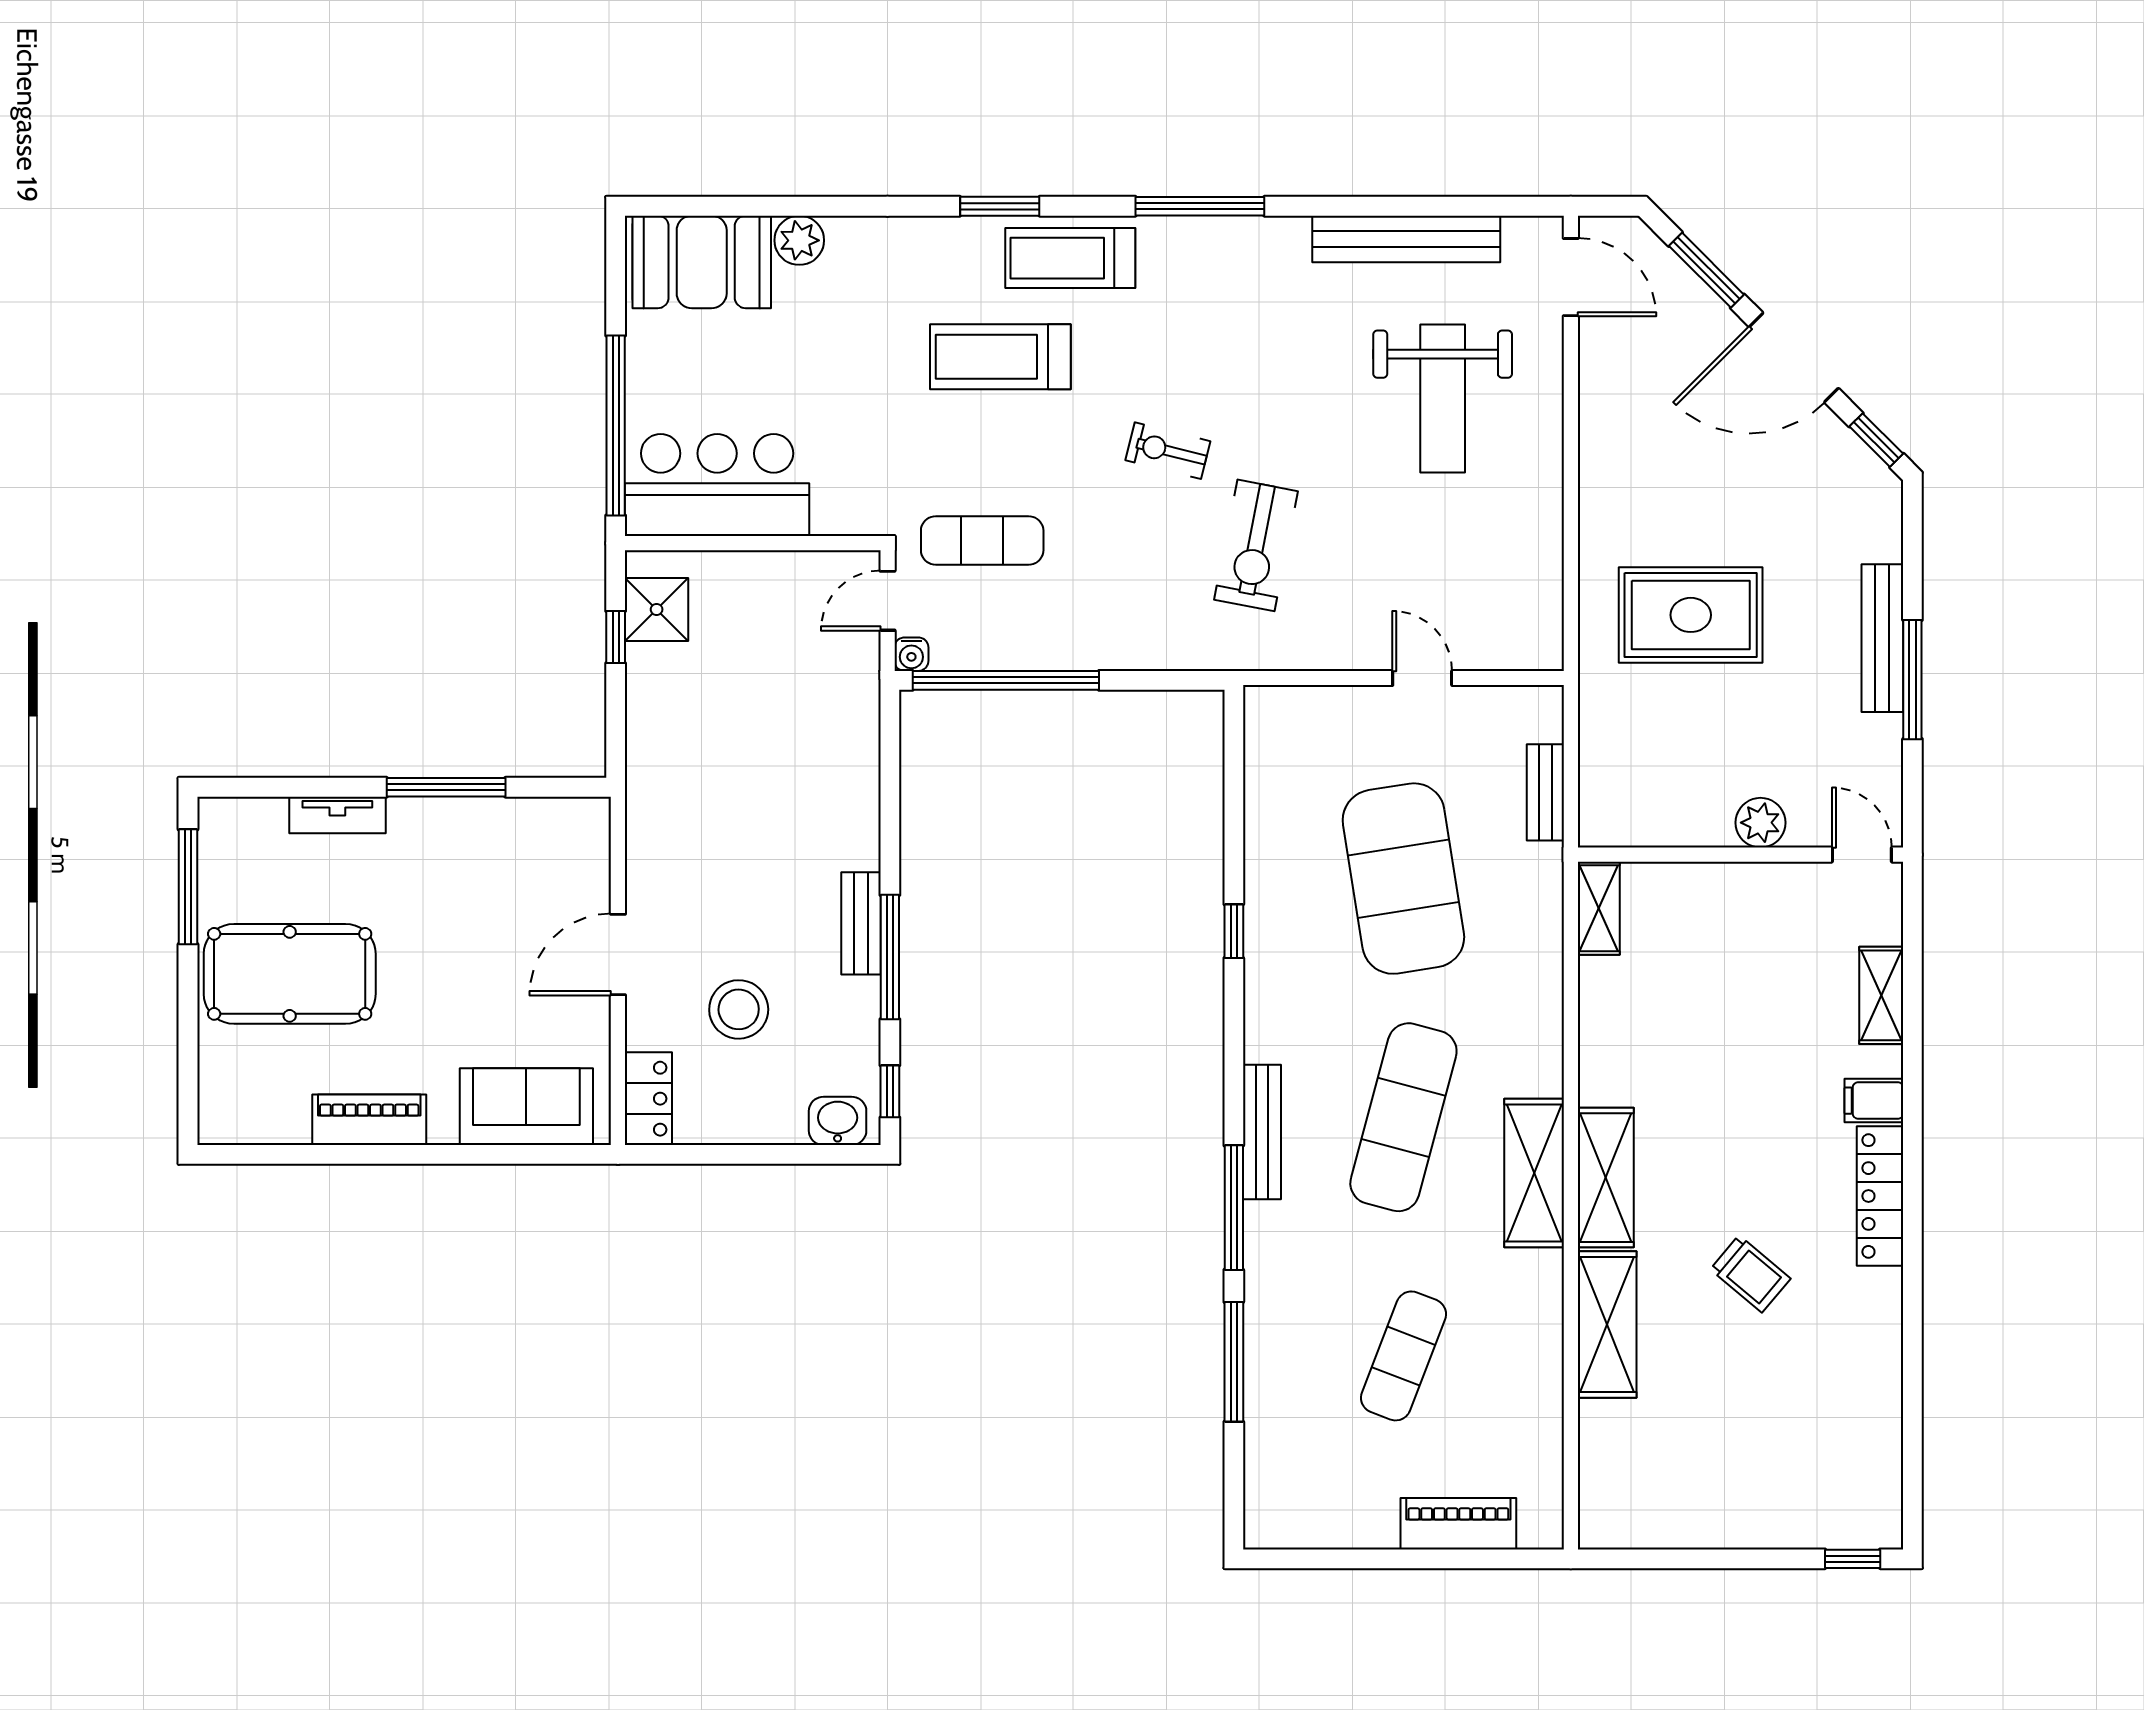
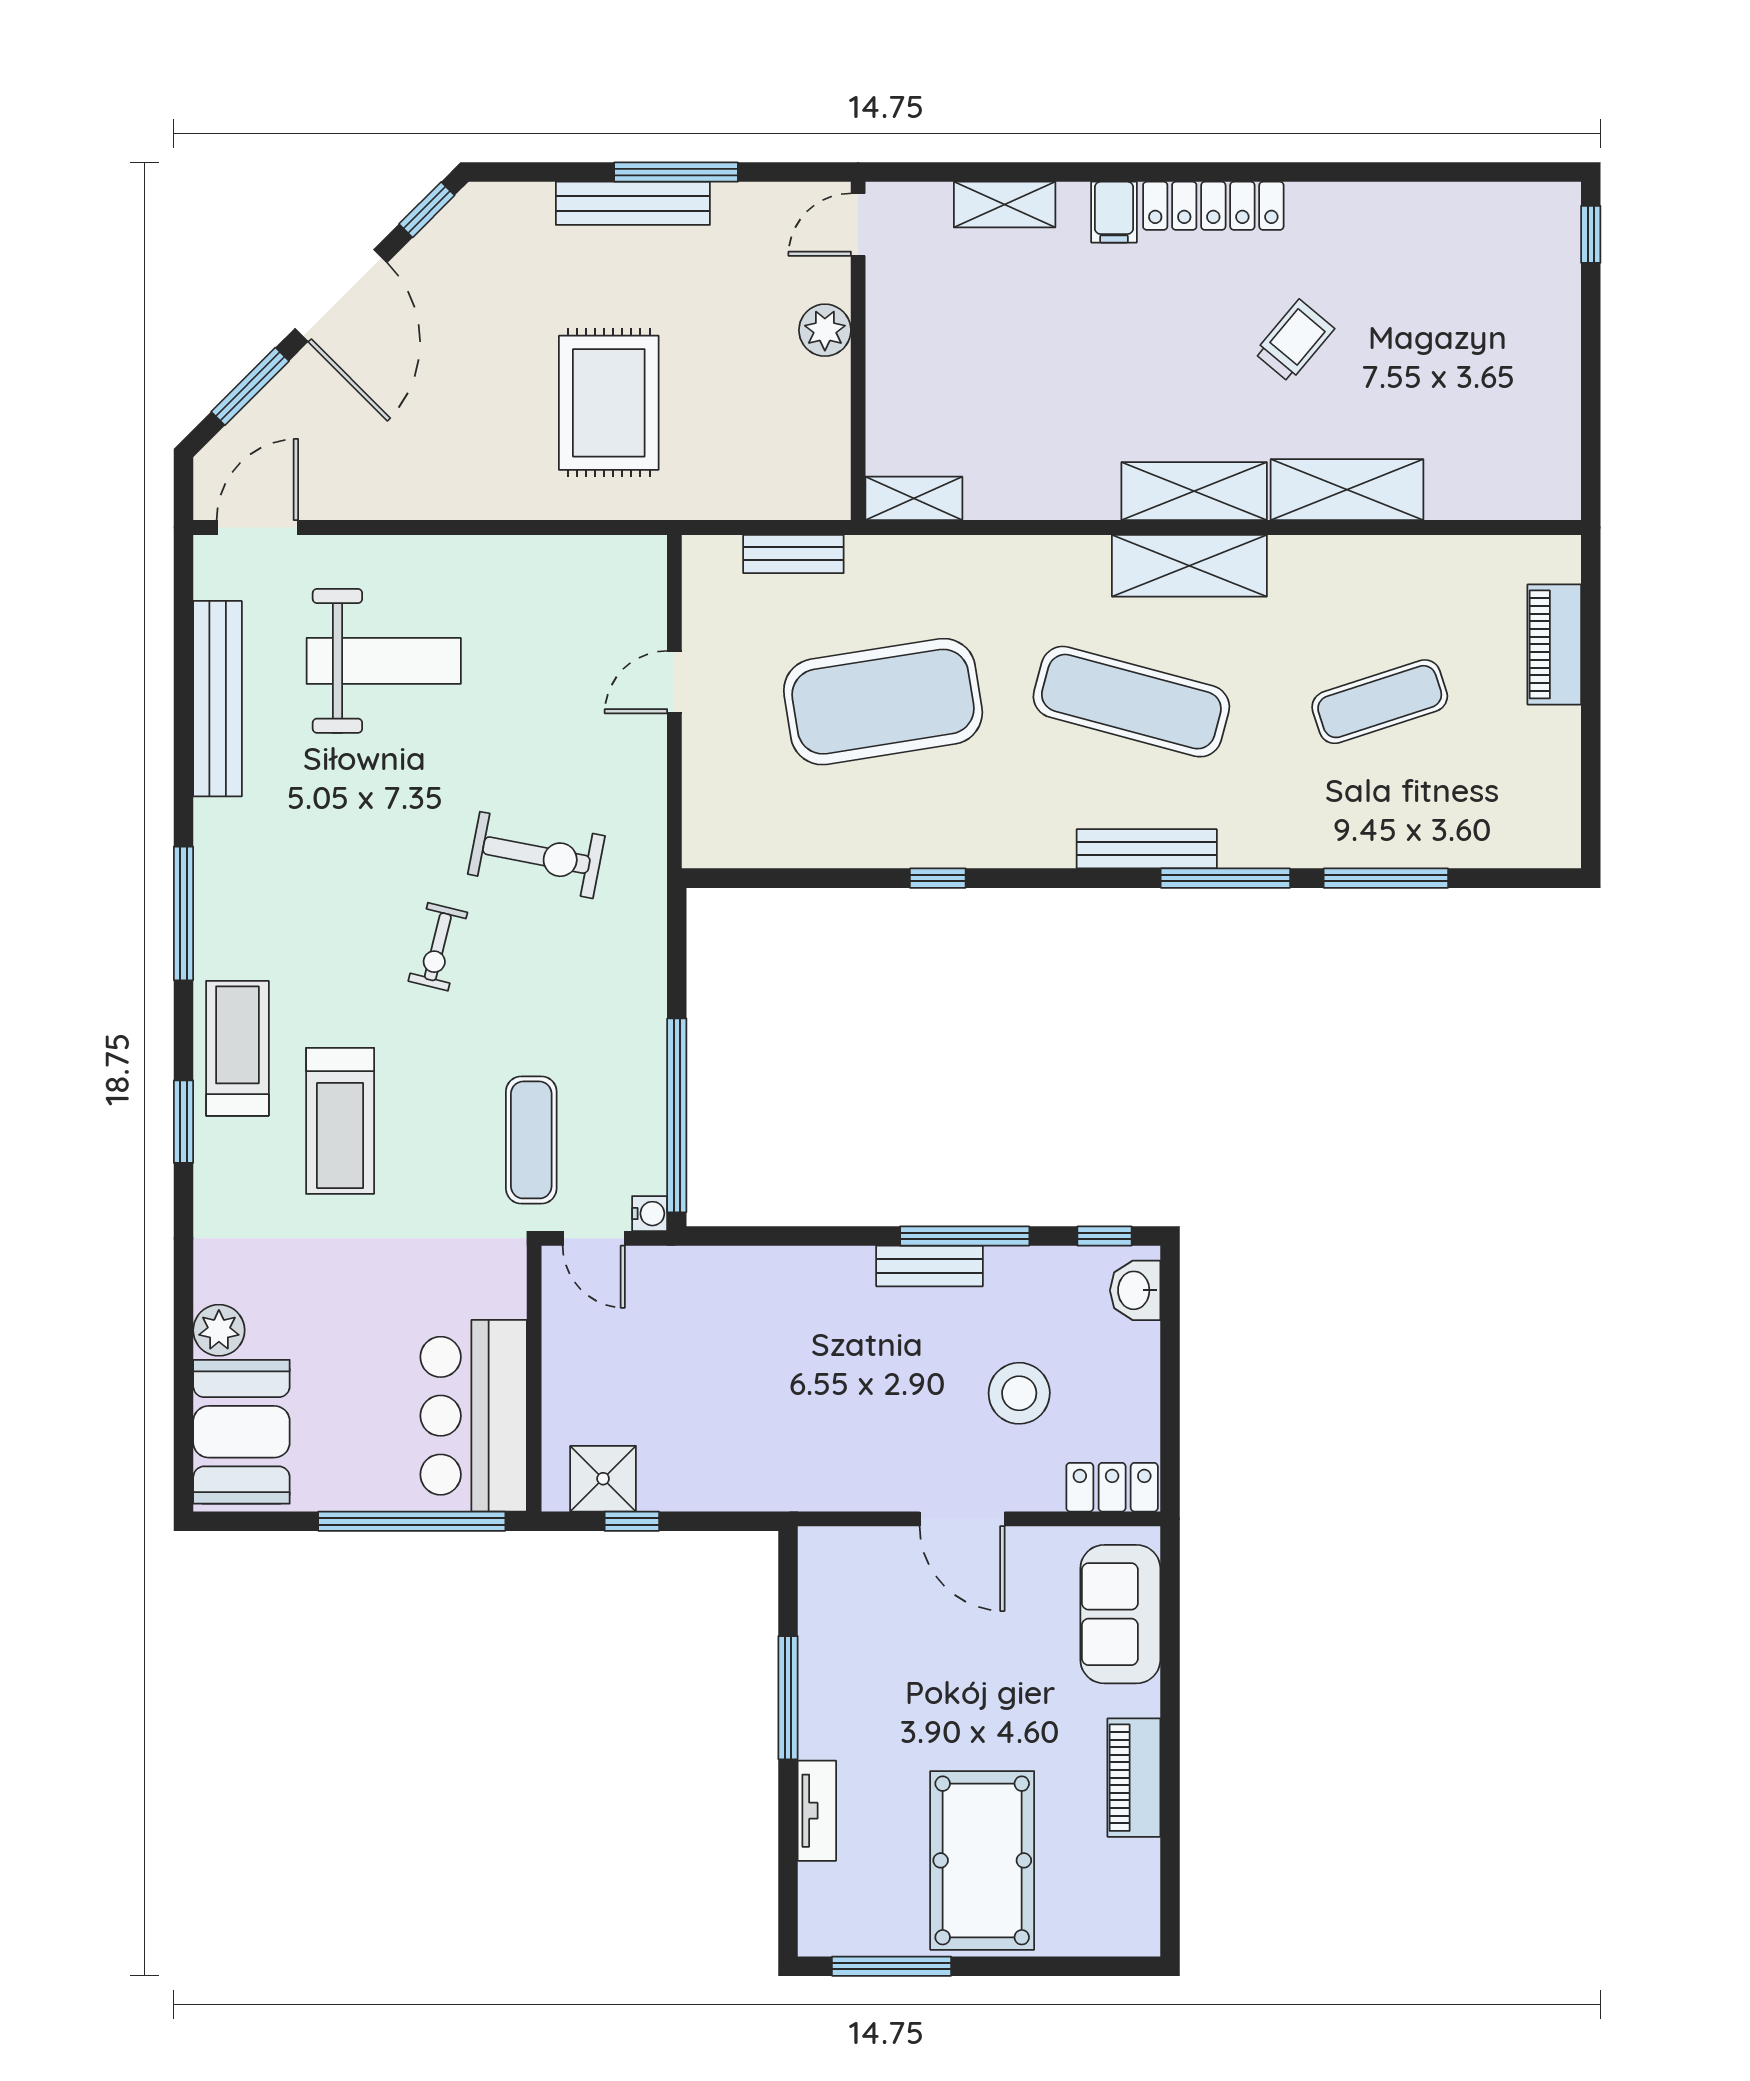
treadmill: (1070, 258) -> (237, 1048), turned 180
exercise mat: (1403, 1356) -> (1380, 702), turned -39

